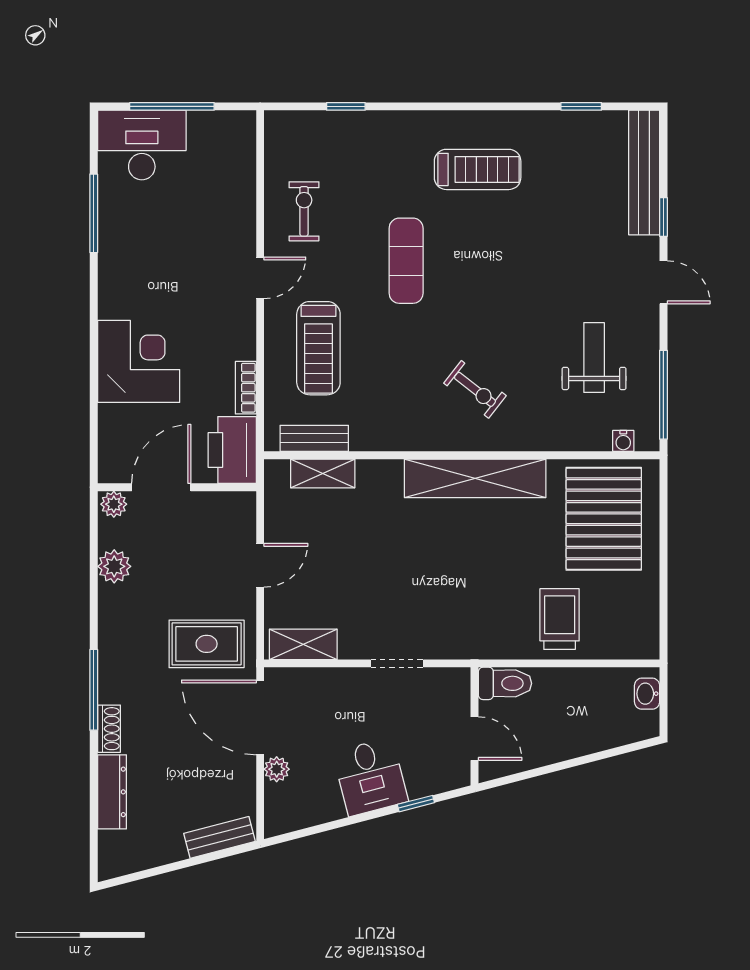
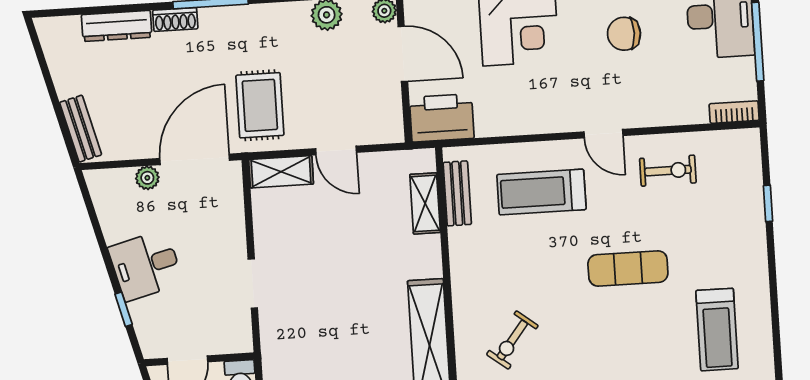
chair: (155, 249) -> (624, 34), added
bookcase: (246, 388) -> (734, 112), moved
shelving: (303, 644) -> (281, 172), moved, turned 90

